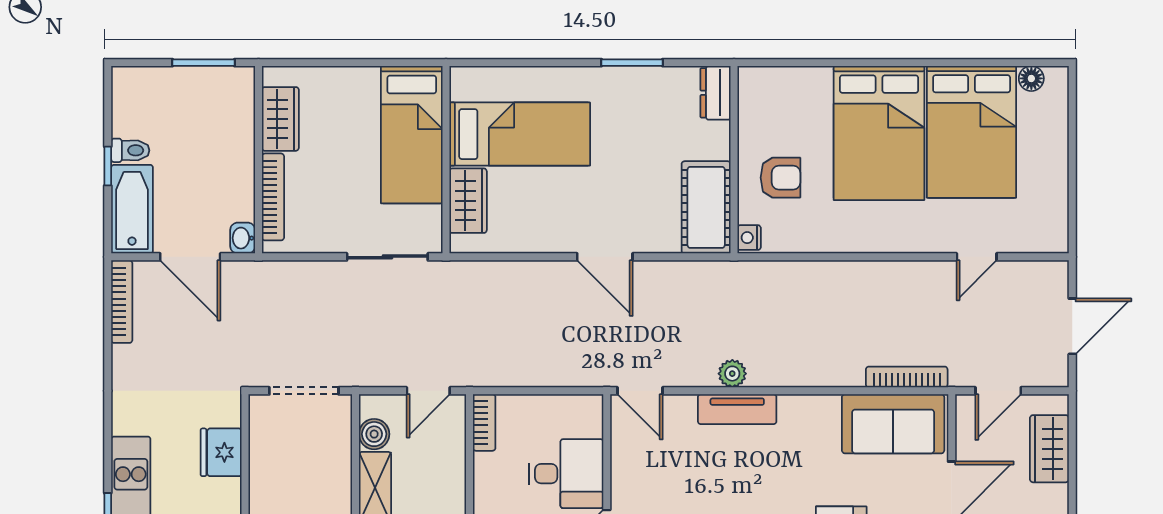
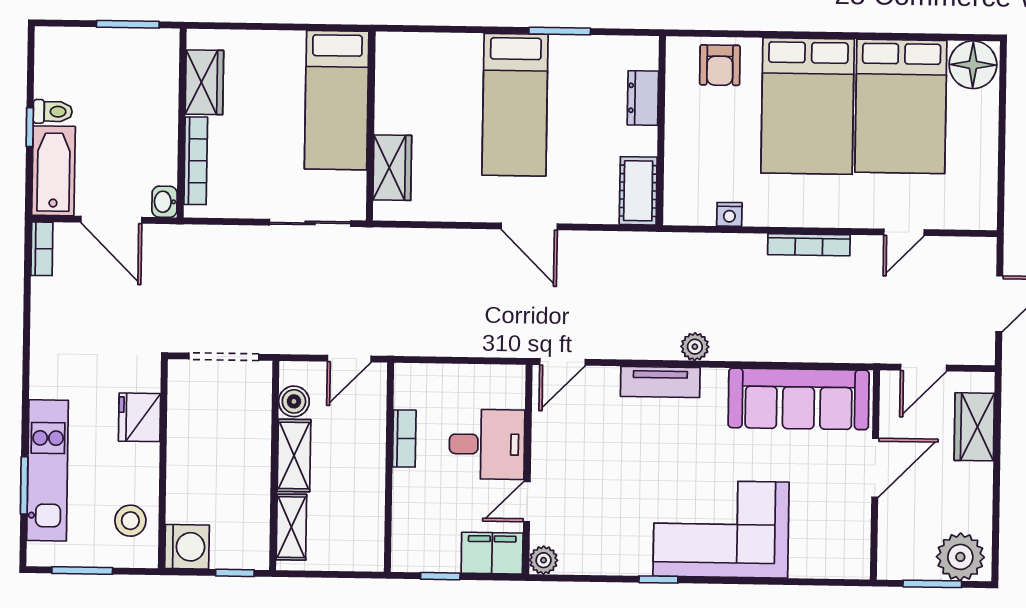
floor lamp: (1031, 78) -> (973, 65), width x1.89, depth x1.89
dresser: (716, 93) -> (643, 98), moved
bed: (520, 134) -> (515, 105), moved, turned 90
armchair: (780, 178) -> (720, 65), moved, turned 90
cot: (706, 207) -> (638, 191), width x0.73, depth x0.75
nightstand: (749, 238) -> (729, 214), moved, turned -90
bookcase: (122, 302) -> (42, 249), width x0.64
plant: (732, 374) -> (695, 347), moved
bookcase: (907, 377) -> (809, 245), moved, turned 180
door: (640, 391) -> (563, 362), hinge flipped
bookcase: (484, 422) -> (404, 438), moved
sofa: (893, 424) -> (799, 399), width x1.36

